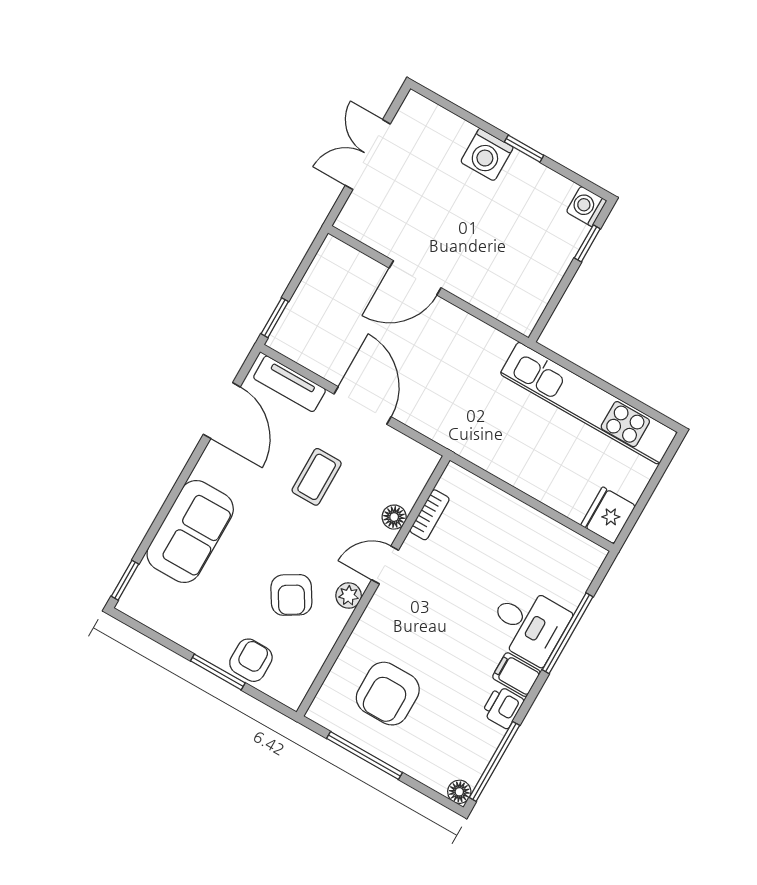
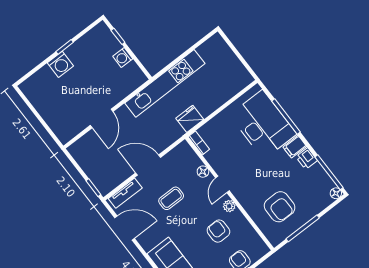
double door: (368, 155) -> (39, 117), removed
washing machine: (586, 206) -> (123, 57), moved
kitchen unit: (589, 403) -> (165, 83), moved
coffee table: (317, 477) -> (171, 198), turned 90
bookcase: (430, 515) -> (199, 143), moved
fridge: (608, 515) -> (190, 119), moved, turned 90
armchair: (291, 595) -> (218, 231), turned -149
desk: (529, 625) -> (263, 125), width x1.87, depth x1.30

